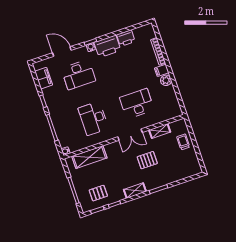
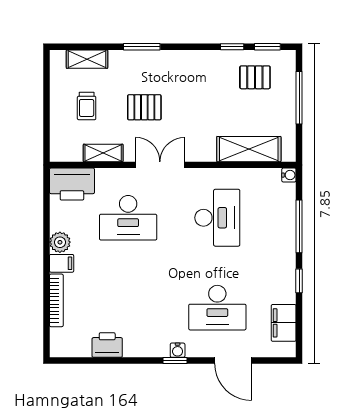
printer: (107, 46) -> (72, 184), moved, turned 180
desk: (78, 75) -> (217, 308), turned 180
trolley: (183, 142) -> (87, 106), moved
shelving: (135, 191) -> (87, 59), moved

